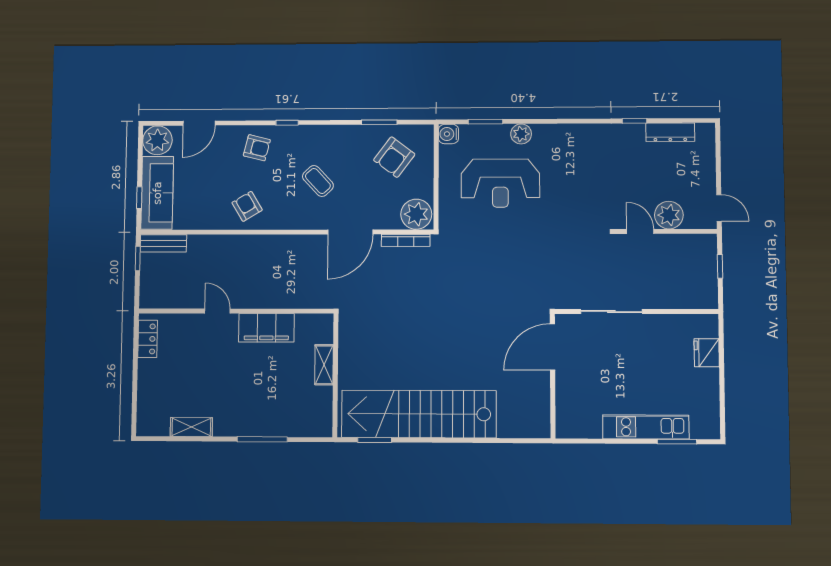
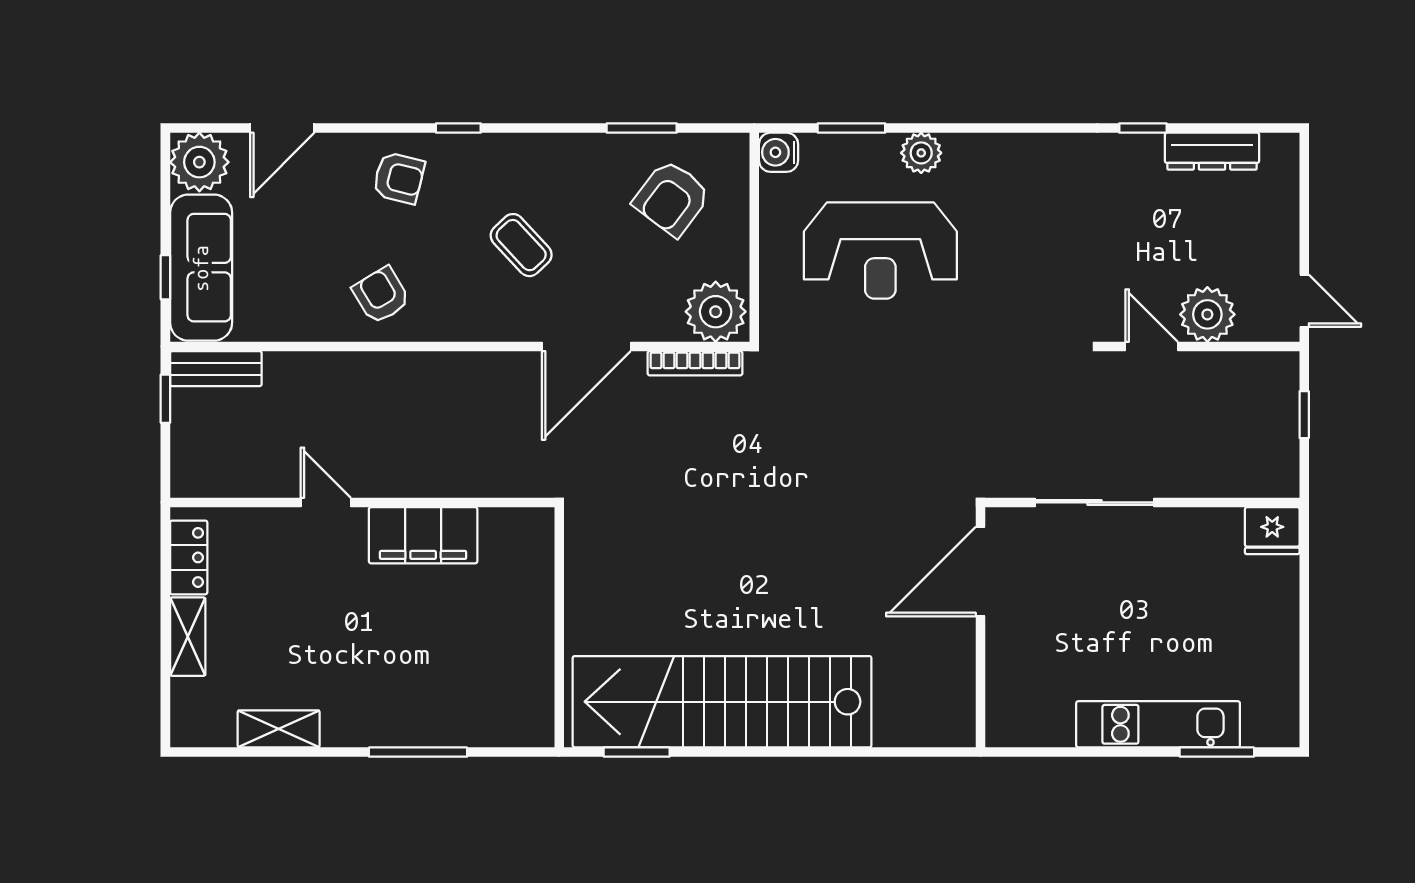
fridge: (707, 353) -> (1272, 531), moved, turned -90
shelving: (324, 365) -> (188, 637), moved

